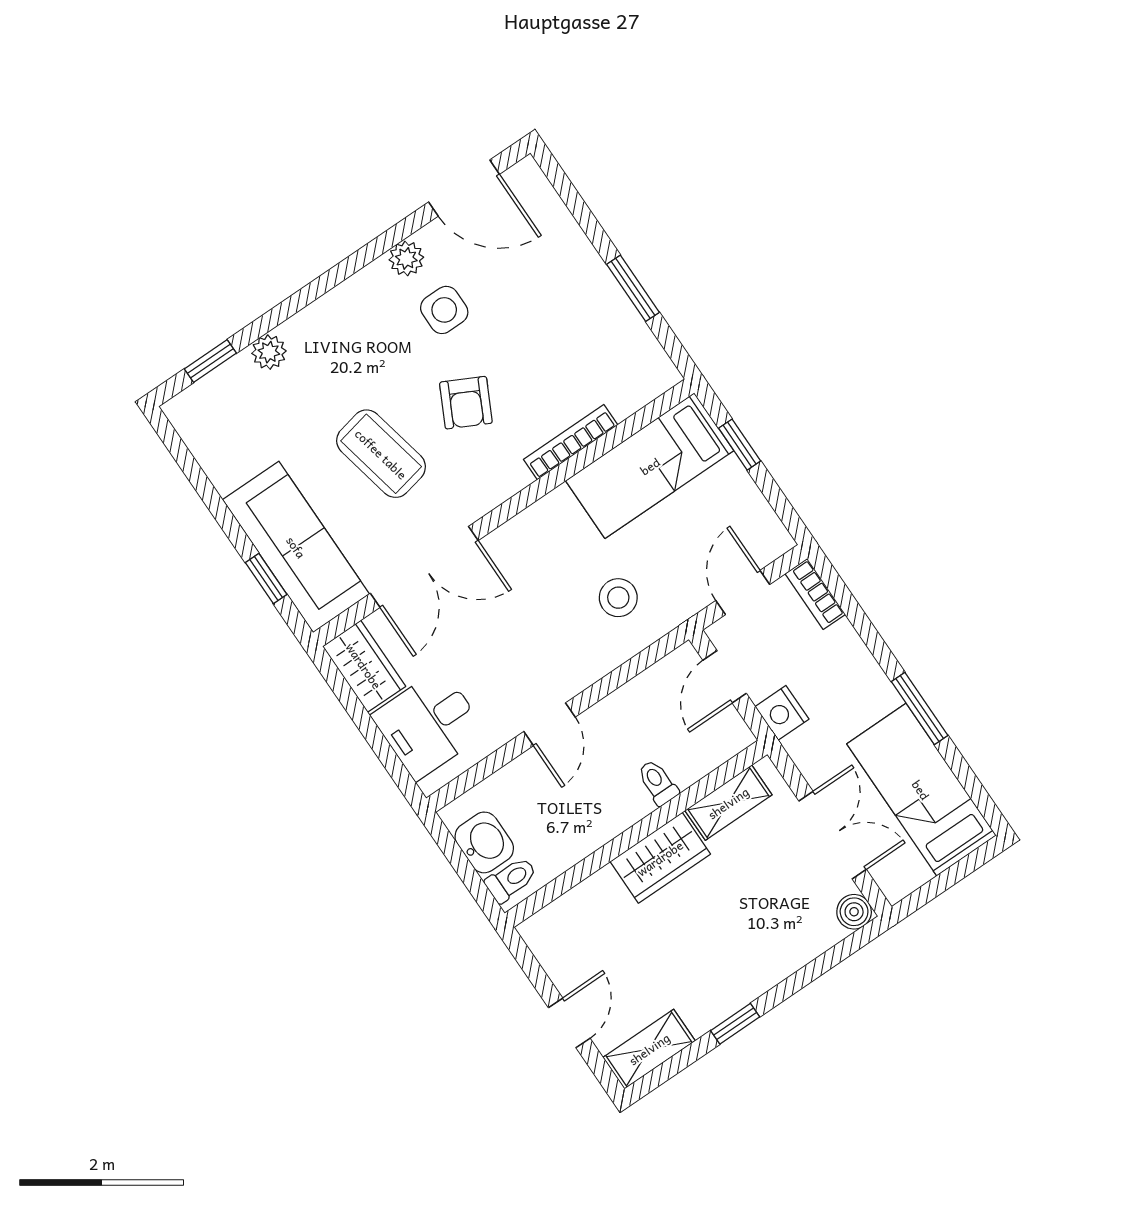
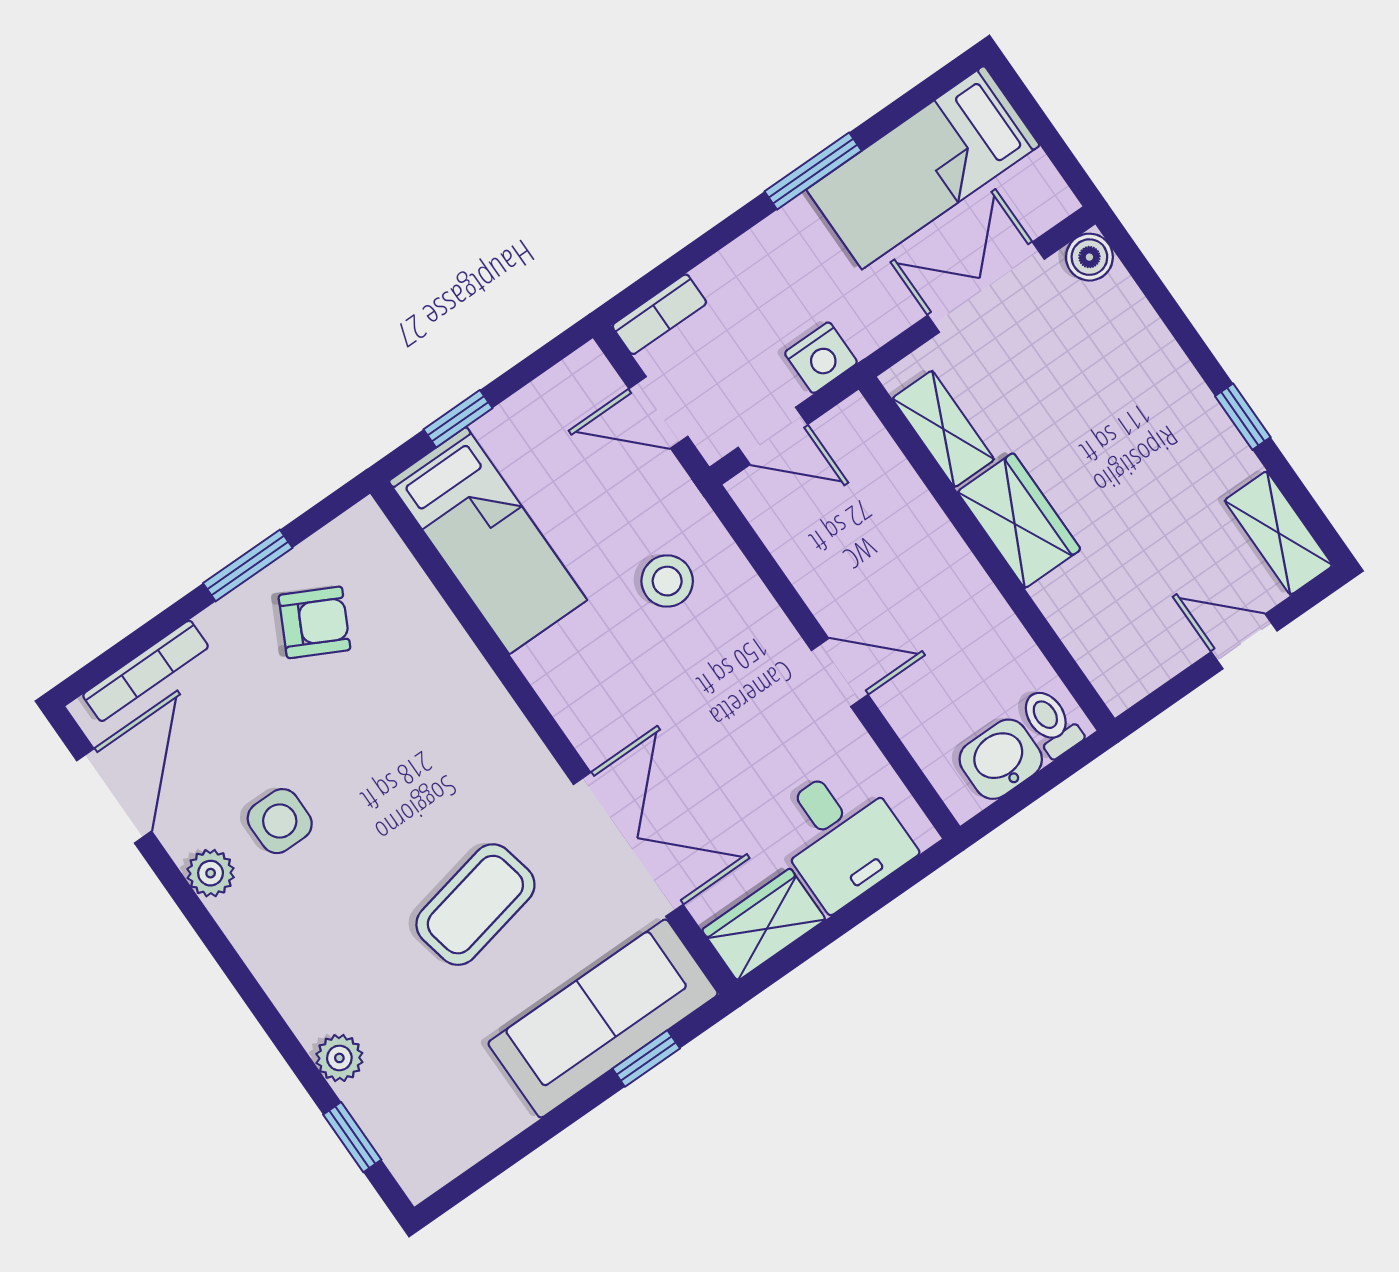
armchair: (466, 403) -> (314, 622), moved
bookcase: (571, 442) -> (146, 671), moved, turned -90
toilet: (658, 782) -> (917, 525), removed

